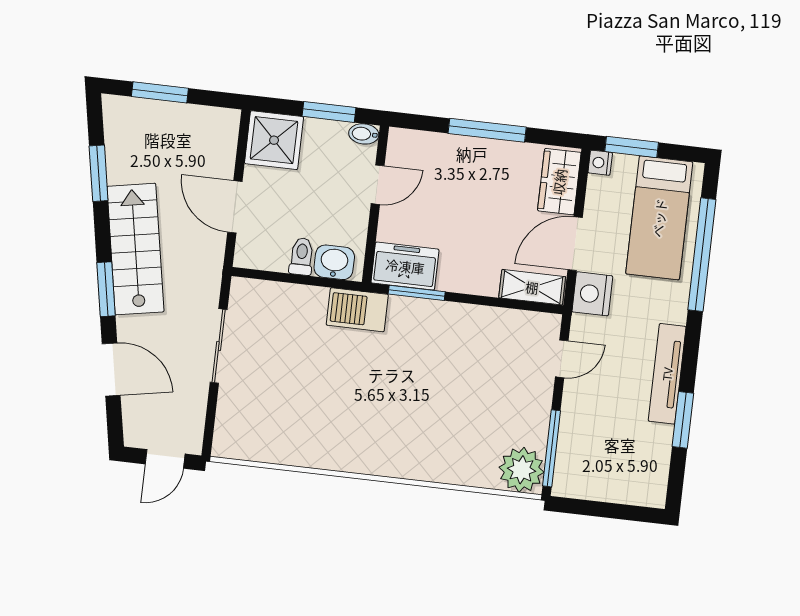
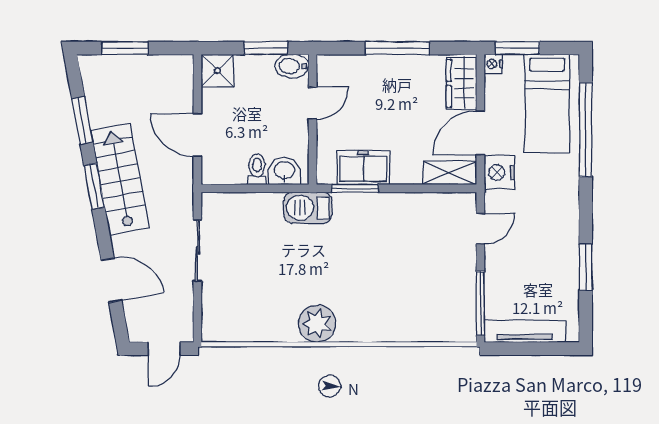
bidet: (364, 134) -> (292, 66), width x1.38, depth x1.36
shower: (274, 140) -> (217, 71), width x0.73, depth x0.73
freezer: (405, 266) -> (363, 167), moved
window: (106, 289) -> (94, 186), moved
tv unit: (667, 374) -> (525, 331), moved, turned 90
plant: (522, 470) -> (317, 324), moved

